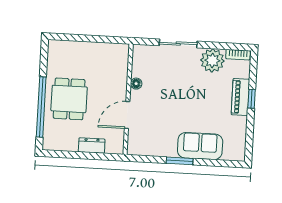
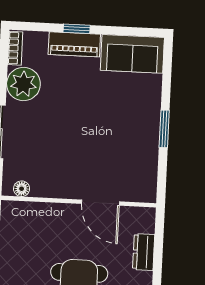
floor lamp: (136, 84) -> (22, 189), moved
sofa: (200, 146) -> (132, 54), moved, turned -90

